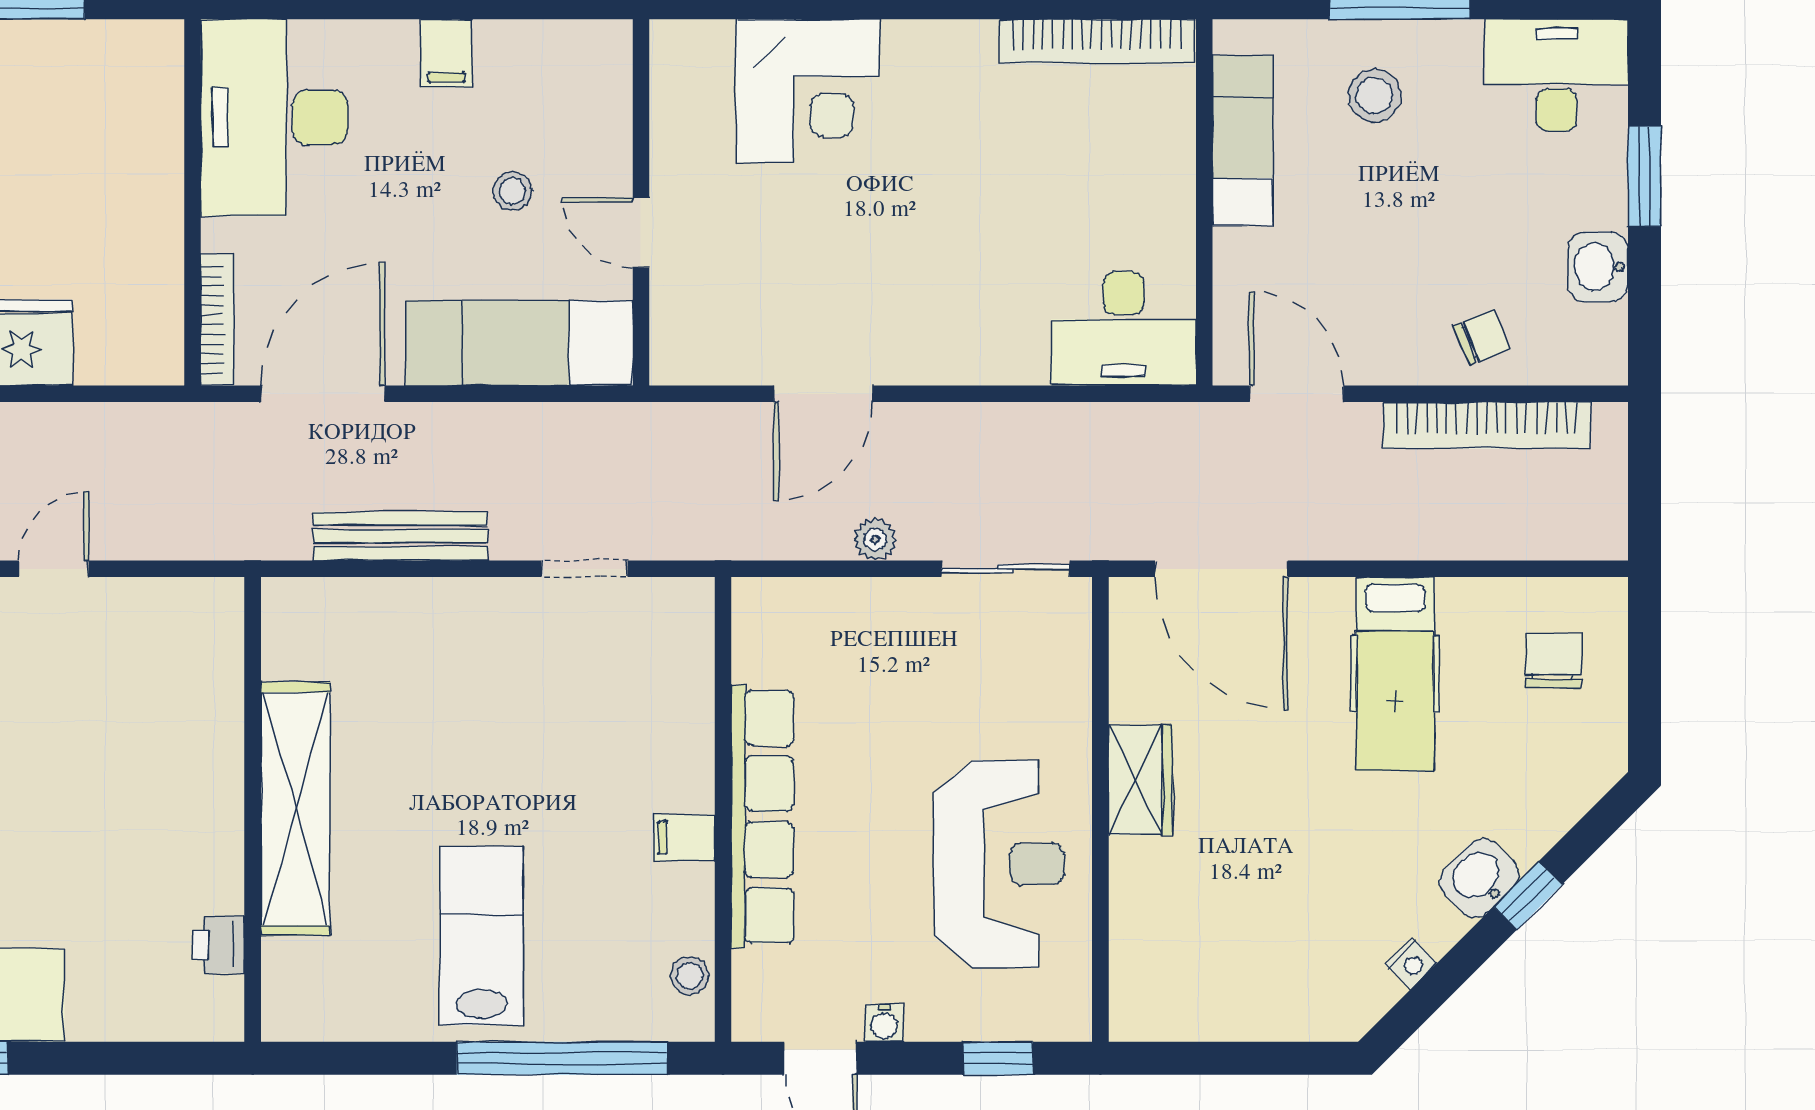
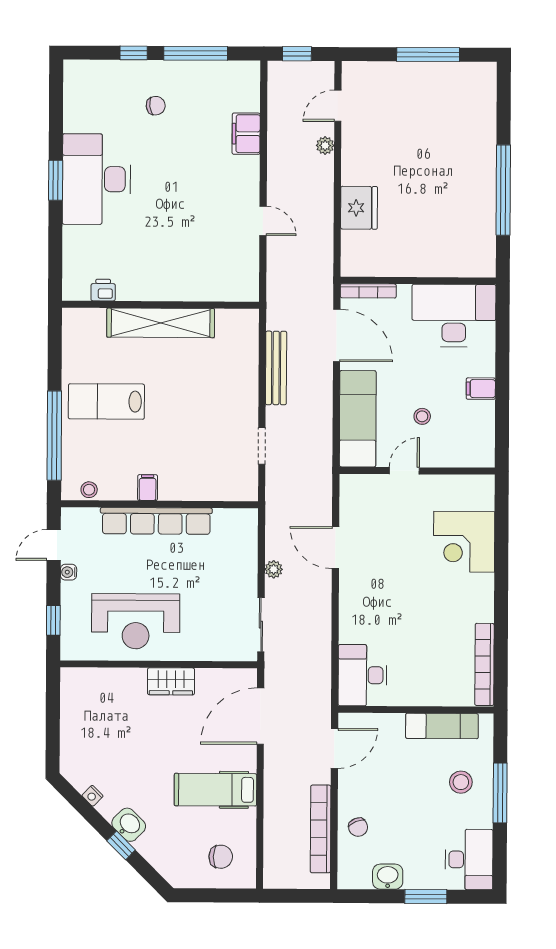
lab bench: (481, 936) -> (106, 401), turned 180

